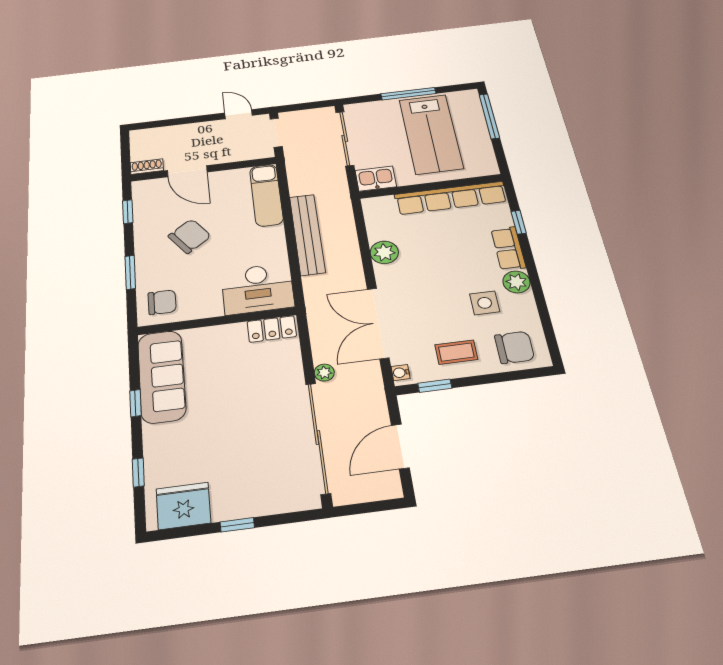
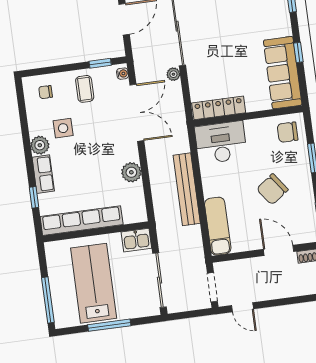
locker: (272, 329) -> (219, 108), width x1.53
chair: (514, 347) -> (46, 92), width x0.54, depth x0.54
coffee table: (456, 352) -> (85, 89), turned 90

